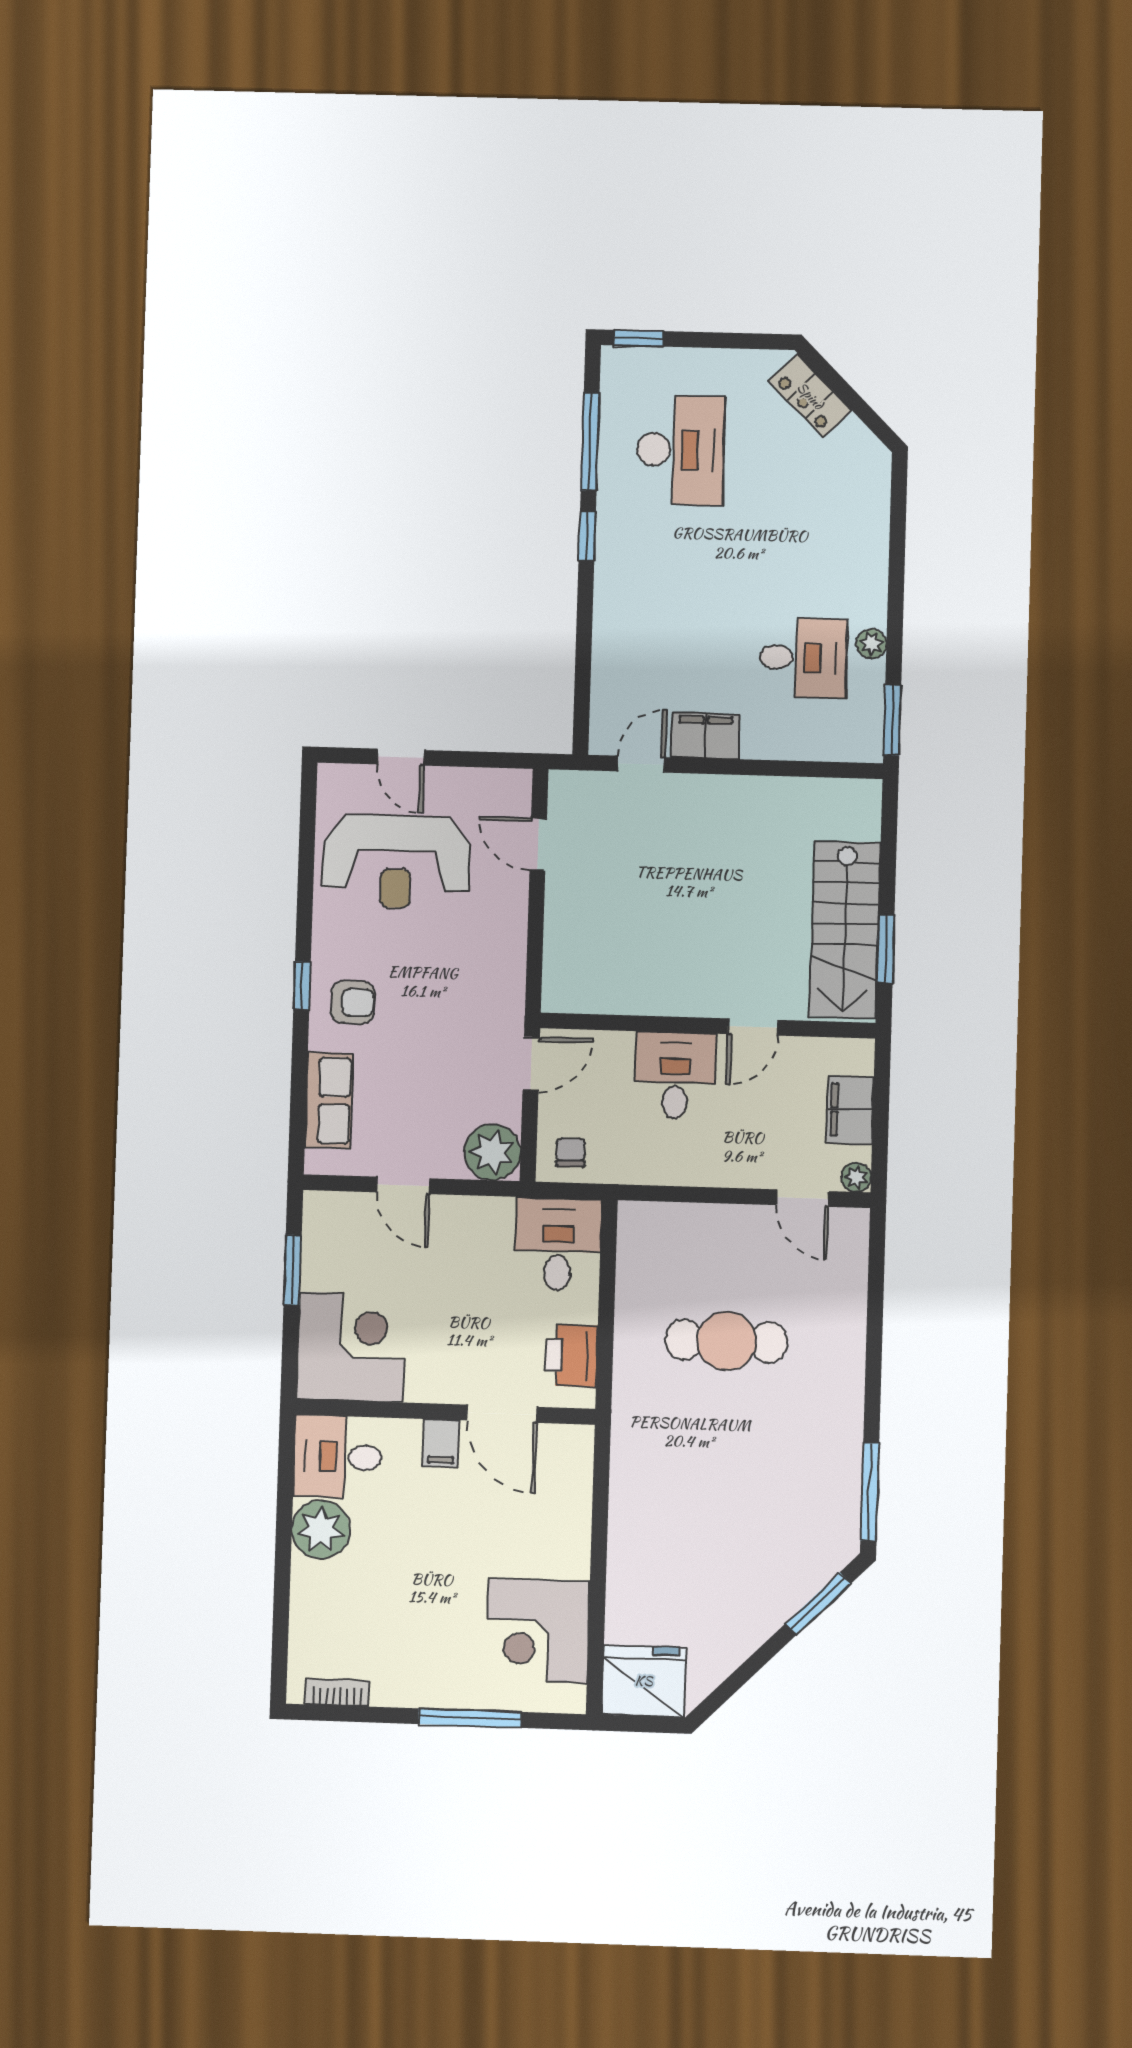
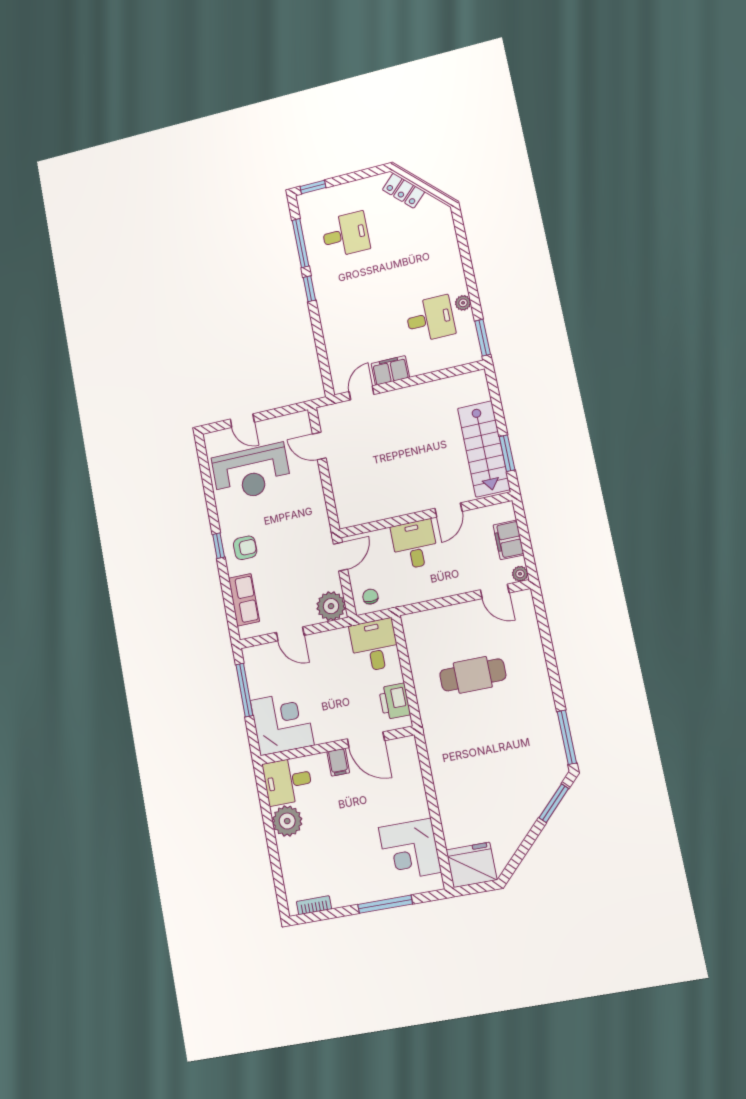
desk: (680, 450) -> (346, 235), width x0.73
window: (293, 1270) -> (244, 690), width x1.44

